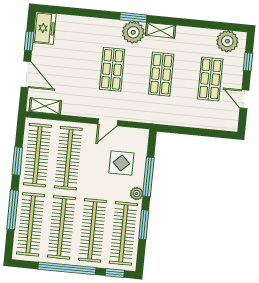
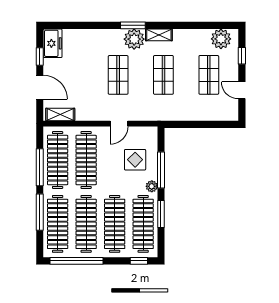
window: (17, 161) -> (40, 167), width x1.44
window: (67, 268) -> (77, 261), moved

